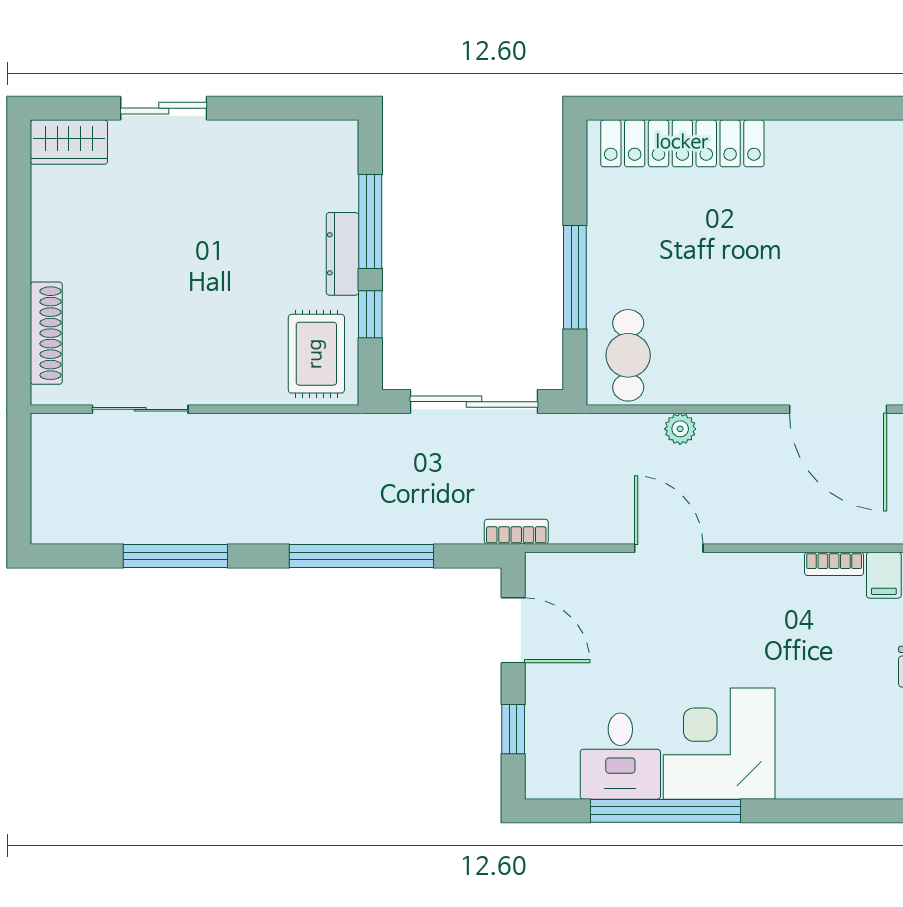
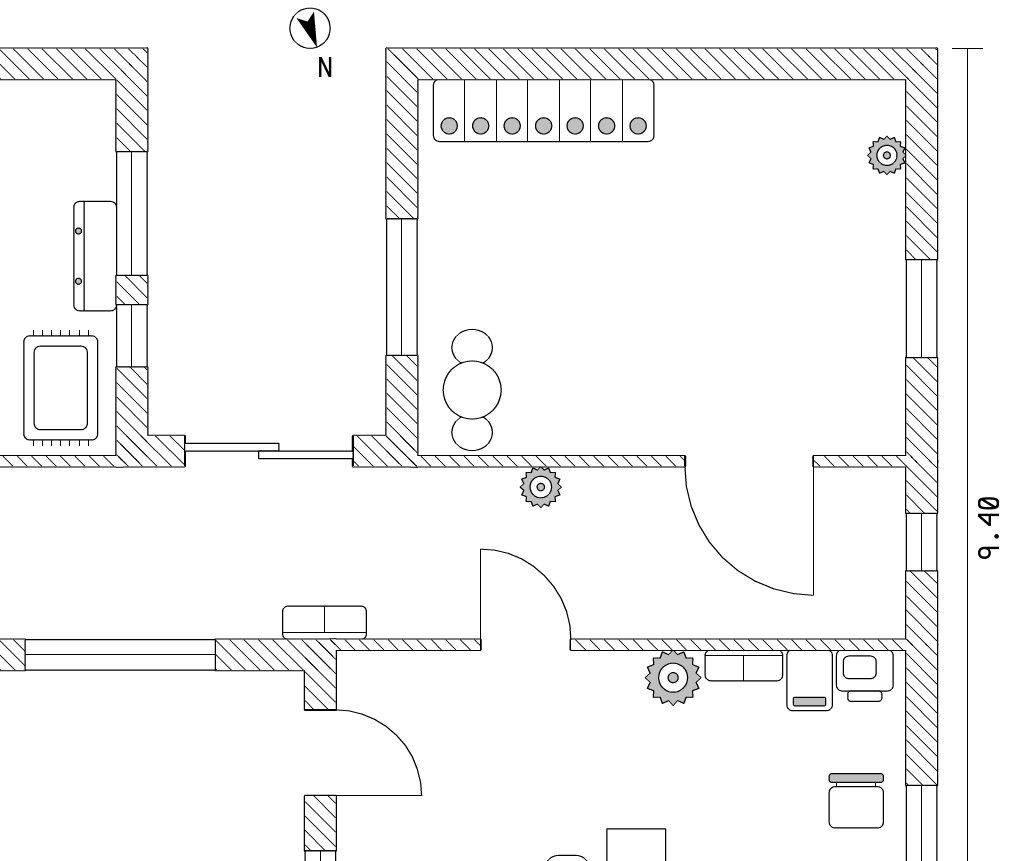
plant: (780, 573) -> (673, 678), added

